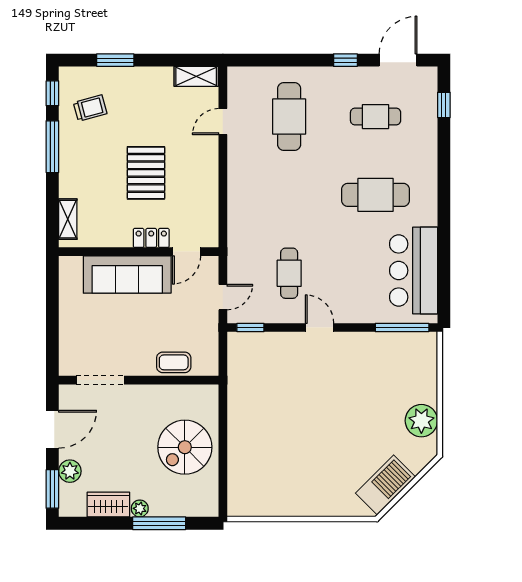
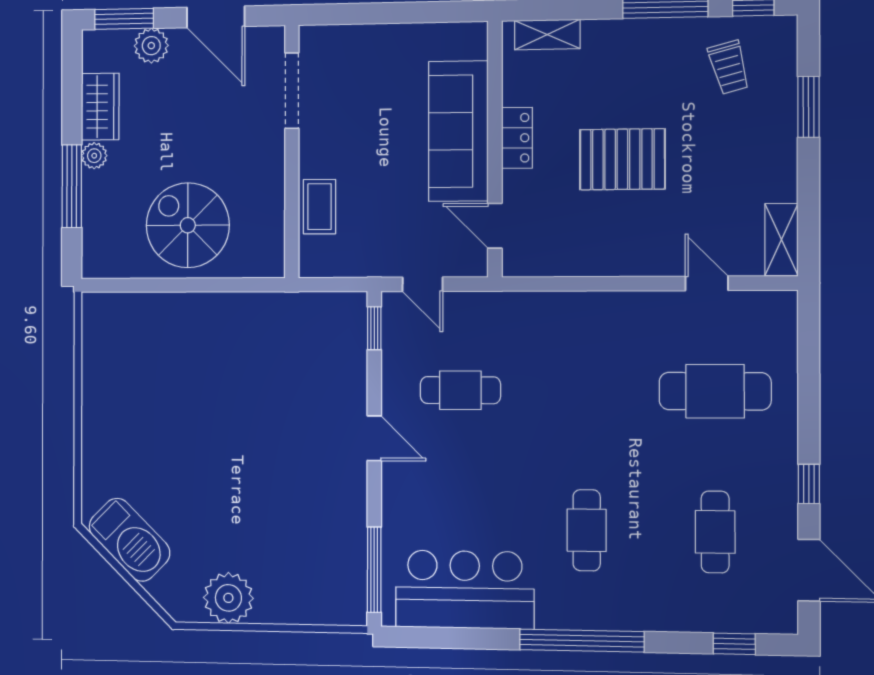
cafe table: (376, 195) -> (587, 530), width x0.73, depth x0.74
window: (444, 198) -> (582, 641), added
locker: (151, 238) -> (517, 138), moved
door: (319, 327) -> (374, 438), hinge flipped

